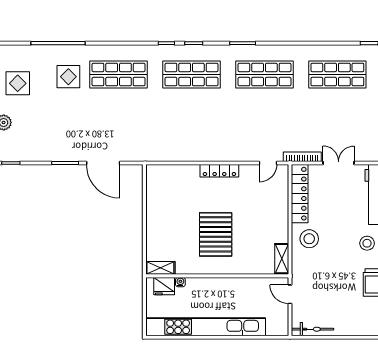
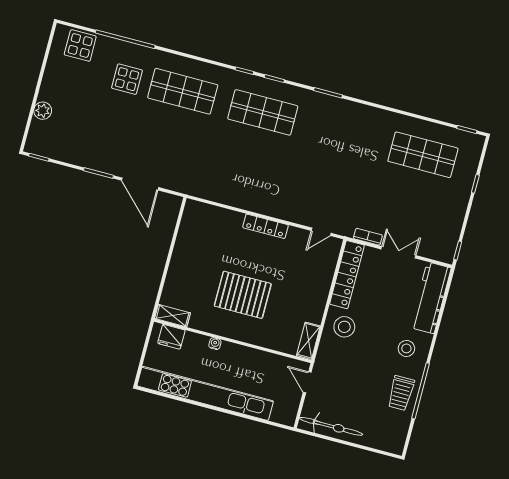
shop shelf: (264, 75) -> (343, 134), removed
display table: (18, 83) -> (80, 45), moved
bookcase: (302, 157) -> (368, 237), width x0.64
pallet: (216, 234) -> (243, 295), turned 90
water cooler: (180, 282) -> (215, 344), moved
bicycle: (313, 329) -> (331, 426), width x1.37, depth x1.40

